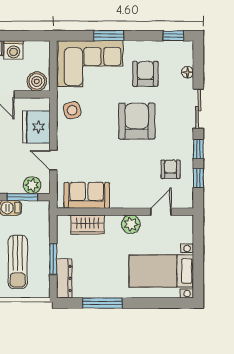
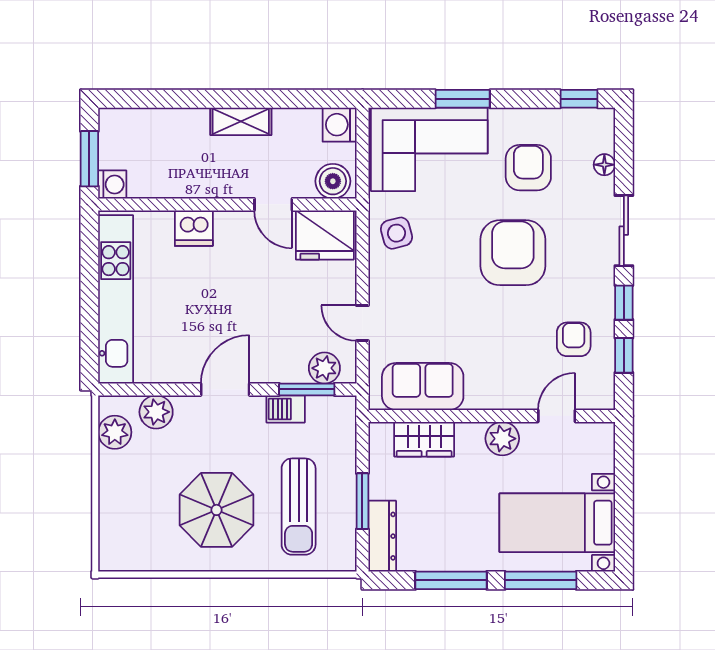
washing machine: (13, 50) -> (340, 125), moved, turned 90
fridge: (36, 127) -> (325, 235), moved, turned -90
window: (152, 303) -> (541, 580), added

